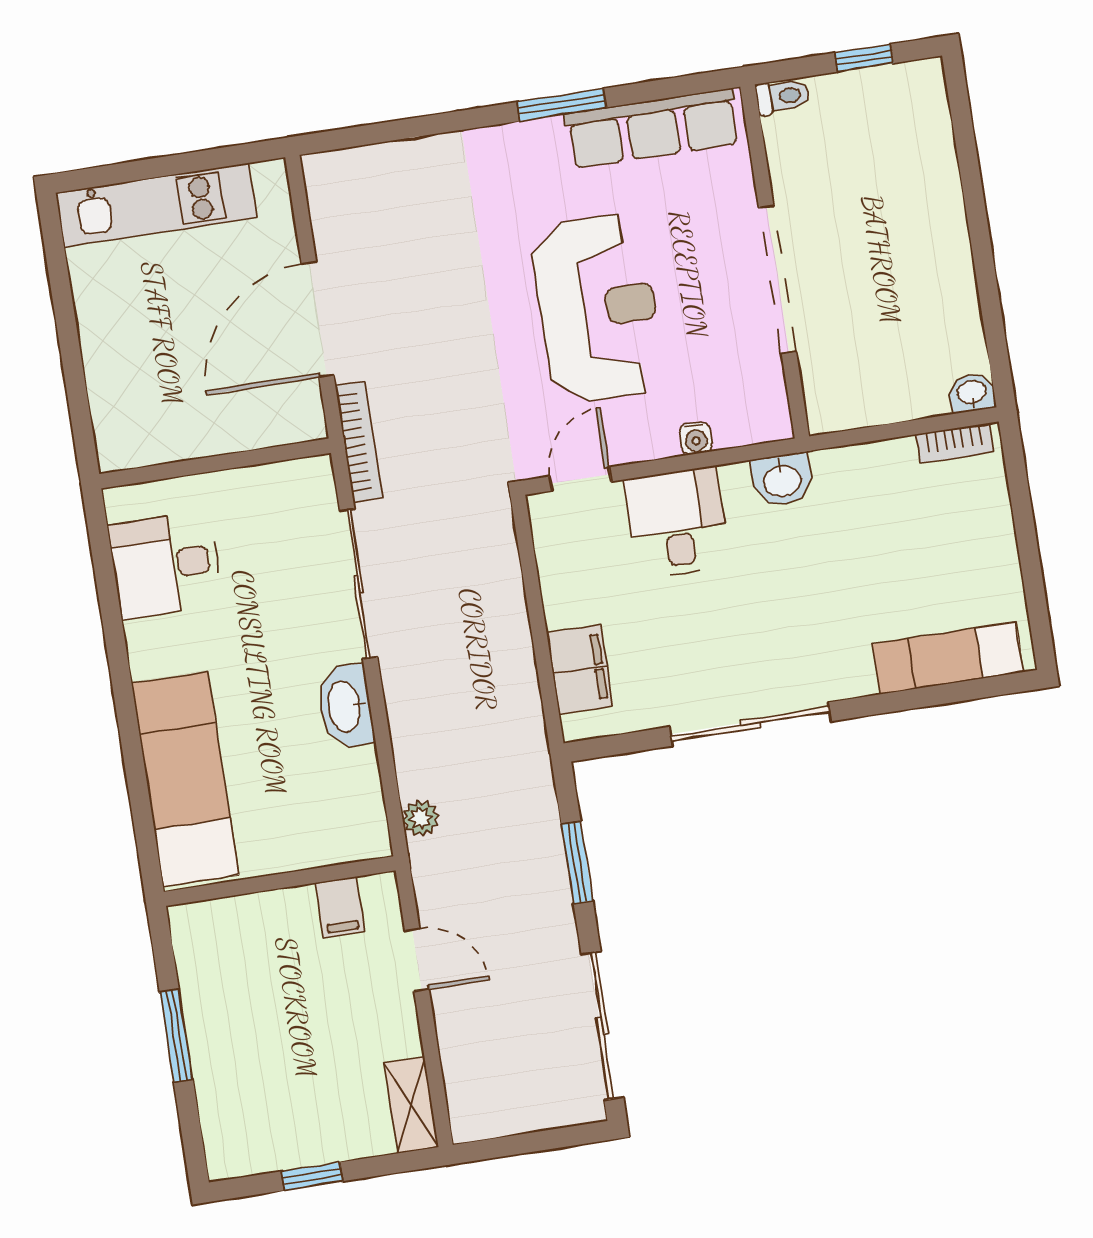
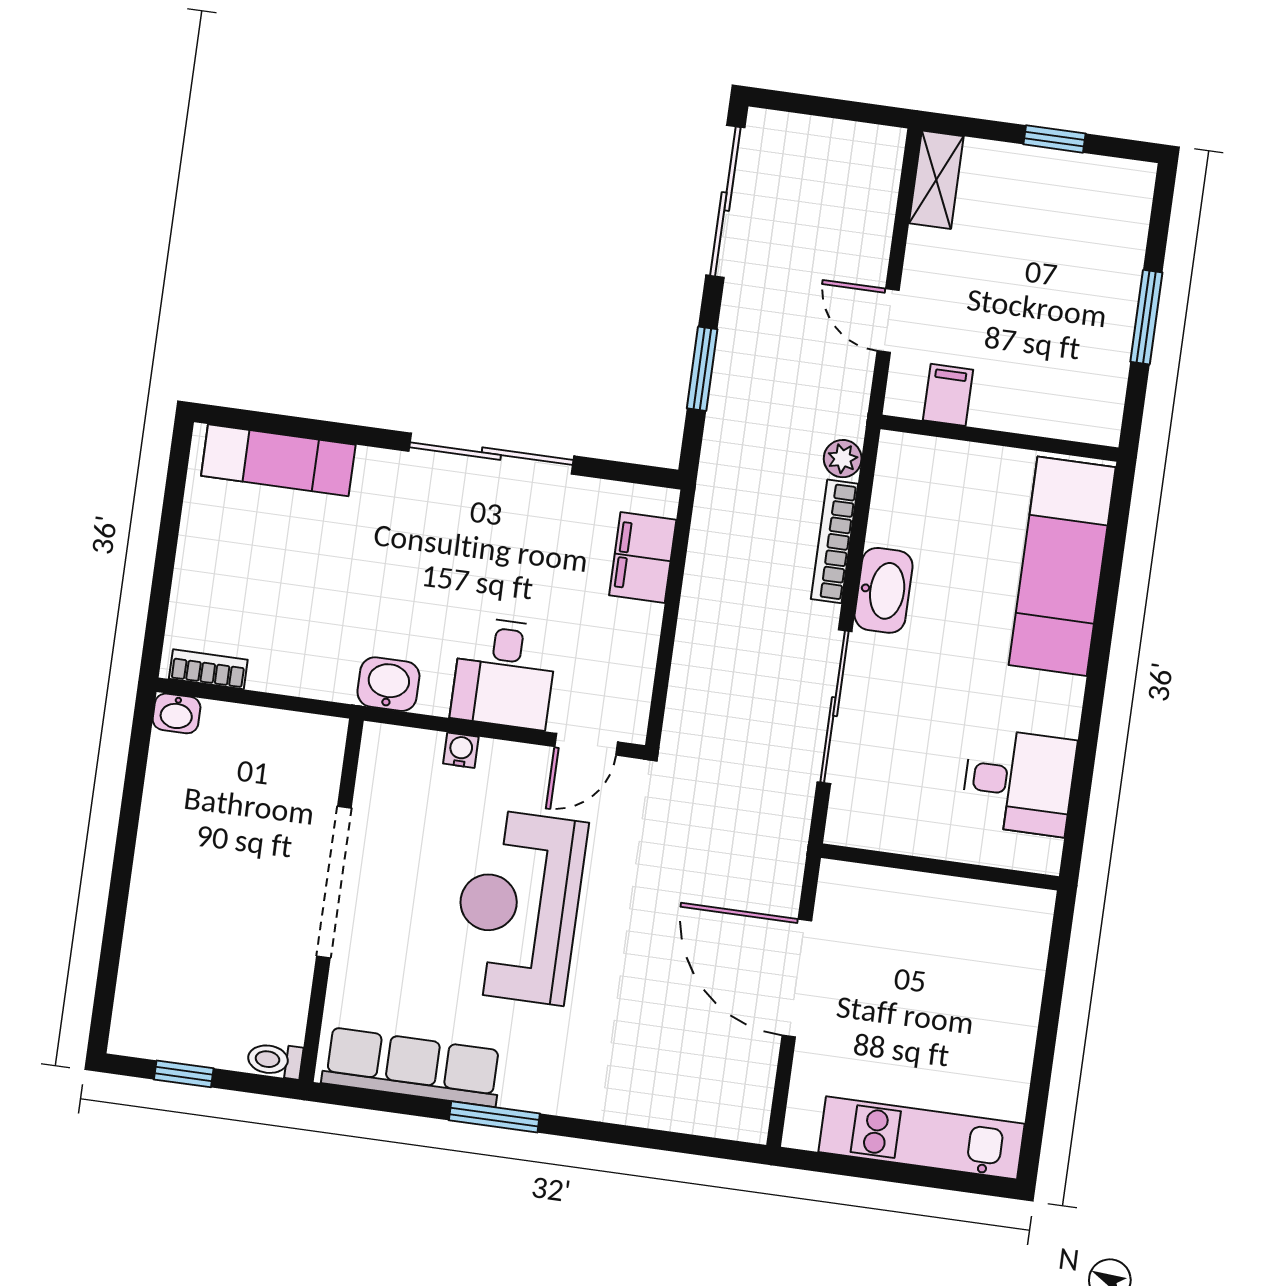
door: (318, 319) -> (797, 978), swing flipped
bookcase: (359, 442) -> (834, 541), moved

